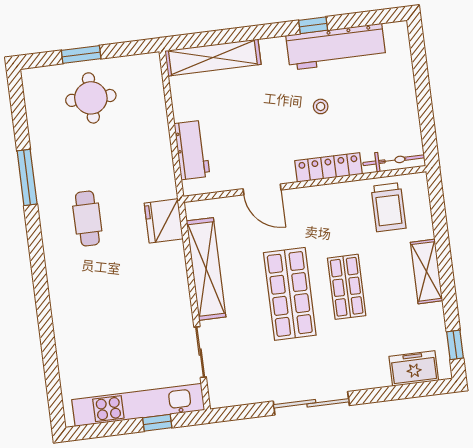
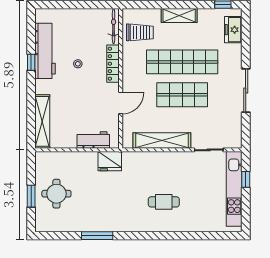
cafe table: (87, 219) -> (164, 202), moved
fridge: (164, 221) -> (110, 161), moved
shop shelf: (347, 287) -> (182, 62), width x2.00, depth x1.36

